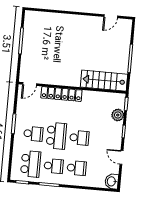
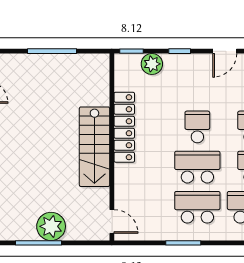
plant: (30, 49) -> (51, 226), added
stairs: (104, 81) -> (94, 147), moved
locker: (61, 94) -> (124, 127), moved
school desk: (33, 134) -> (197, 207), width x1.85

